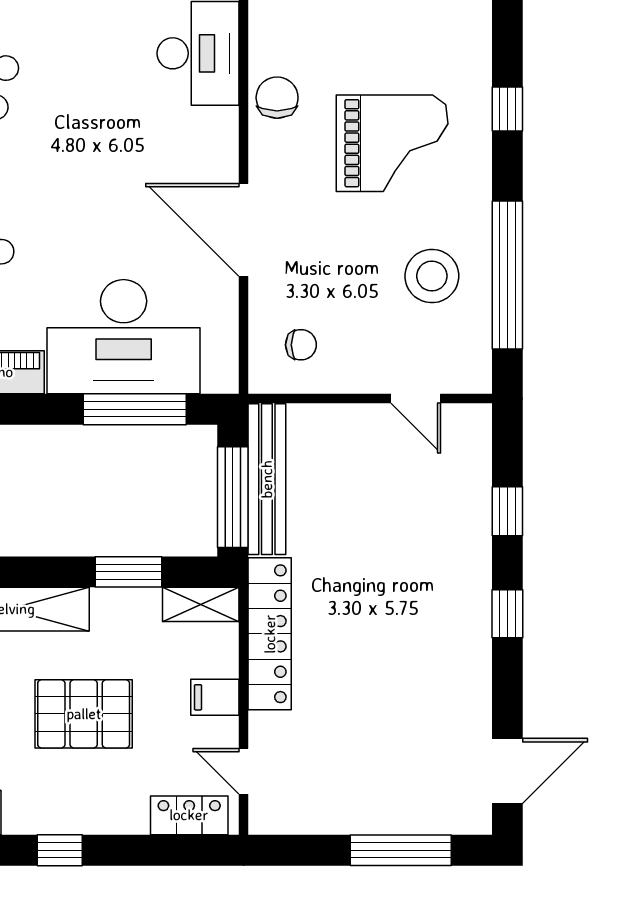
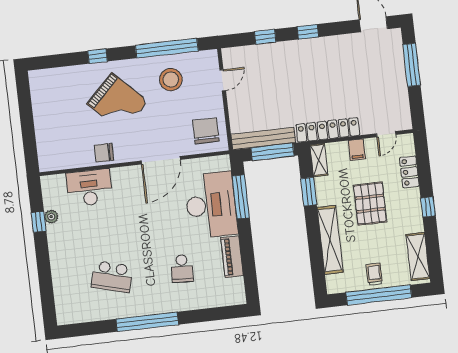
grand piano: (392, 143) -> (117, 103), turned 135
chair: (301, 345) -> (206, 131), width x1.87, depth x1.87
locker: (189, 815) -> (409, 172), moved

